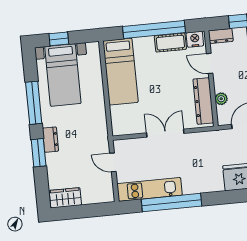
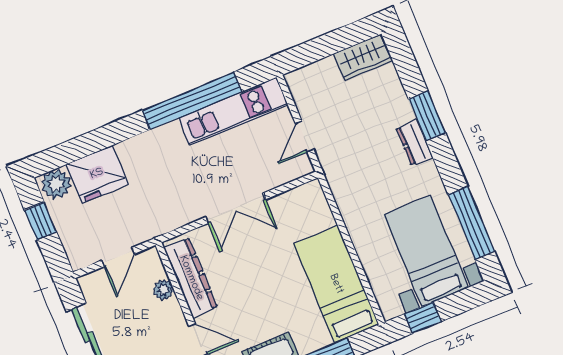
window: (59, 39) -> (423, 318), moved
window: (34, 103) -> (471, 223), moved
door: (113, 162) -> (304, 136), swing flipped

